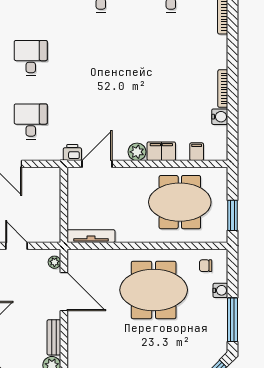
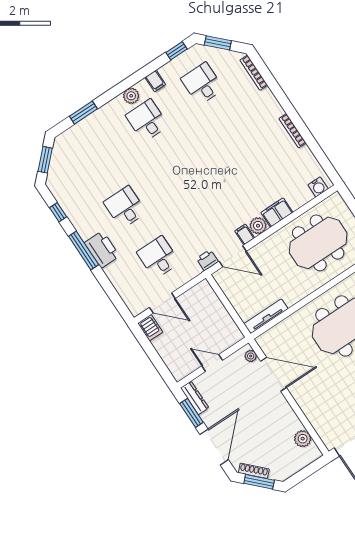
water cooler: (220, 117) -> (318, 187), moved, turned 90
filing cabinet: (197, 152) -> (245, 234), moved
door: (97, 164) -> (233, 256), swing flipped
bench: (54, 337) -> (290, 416), removed

